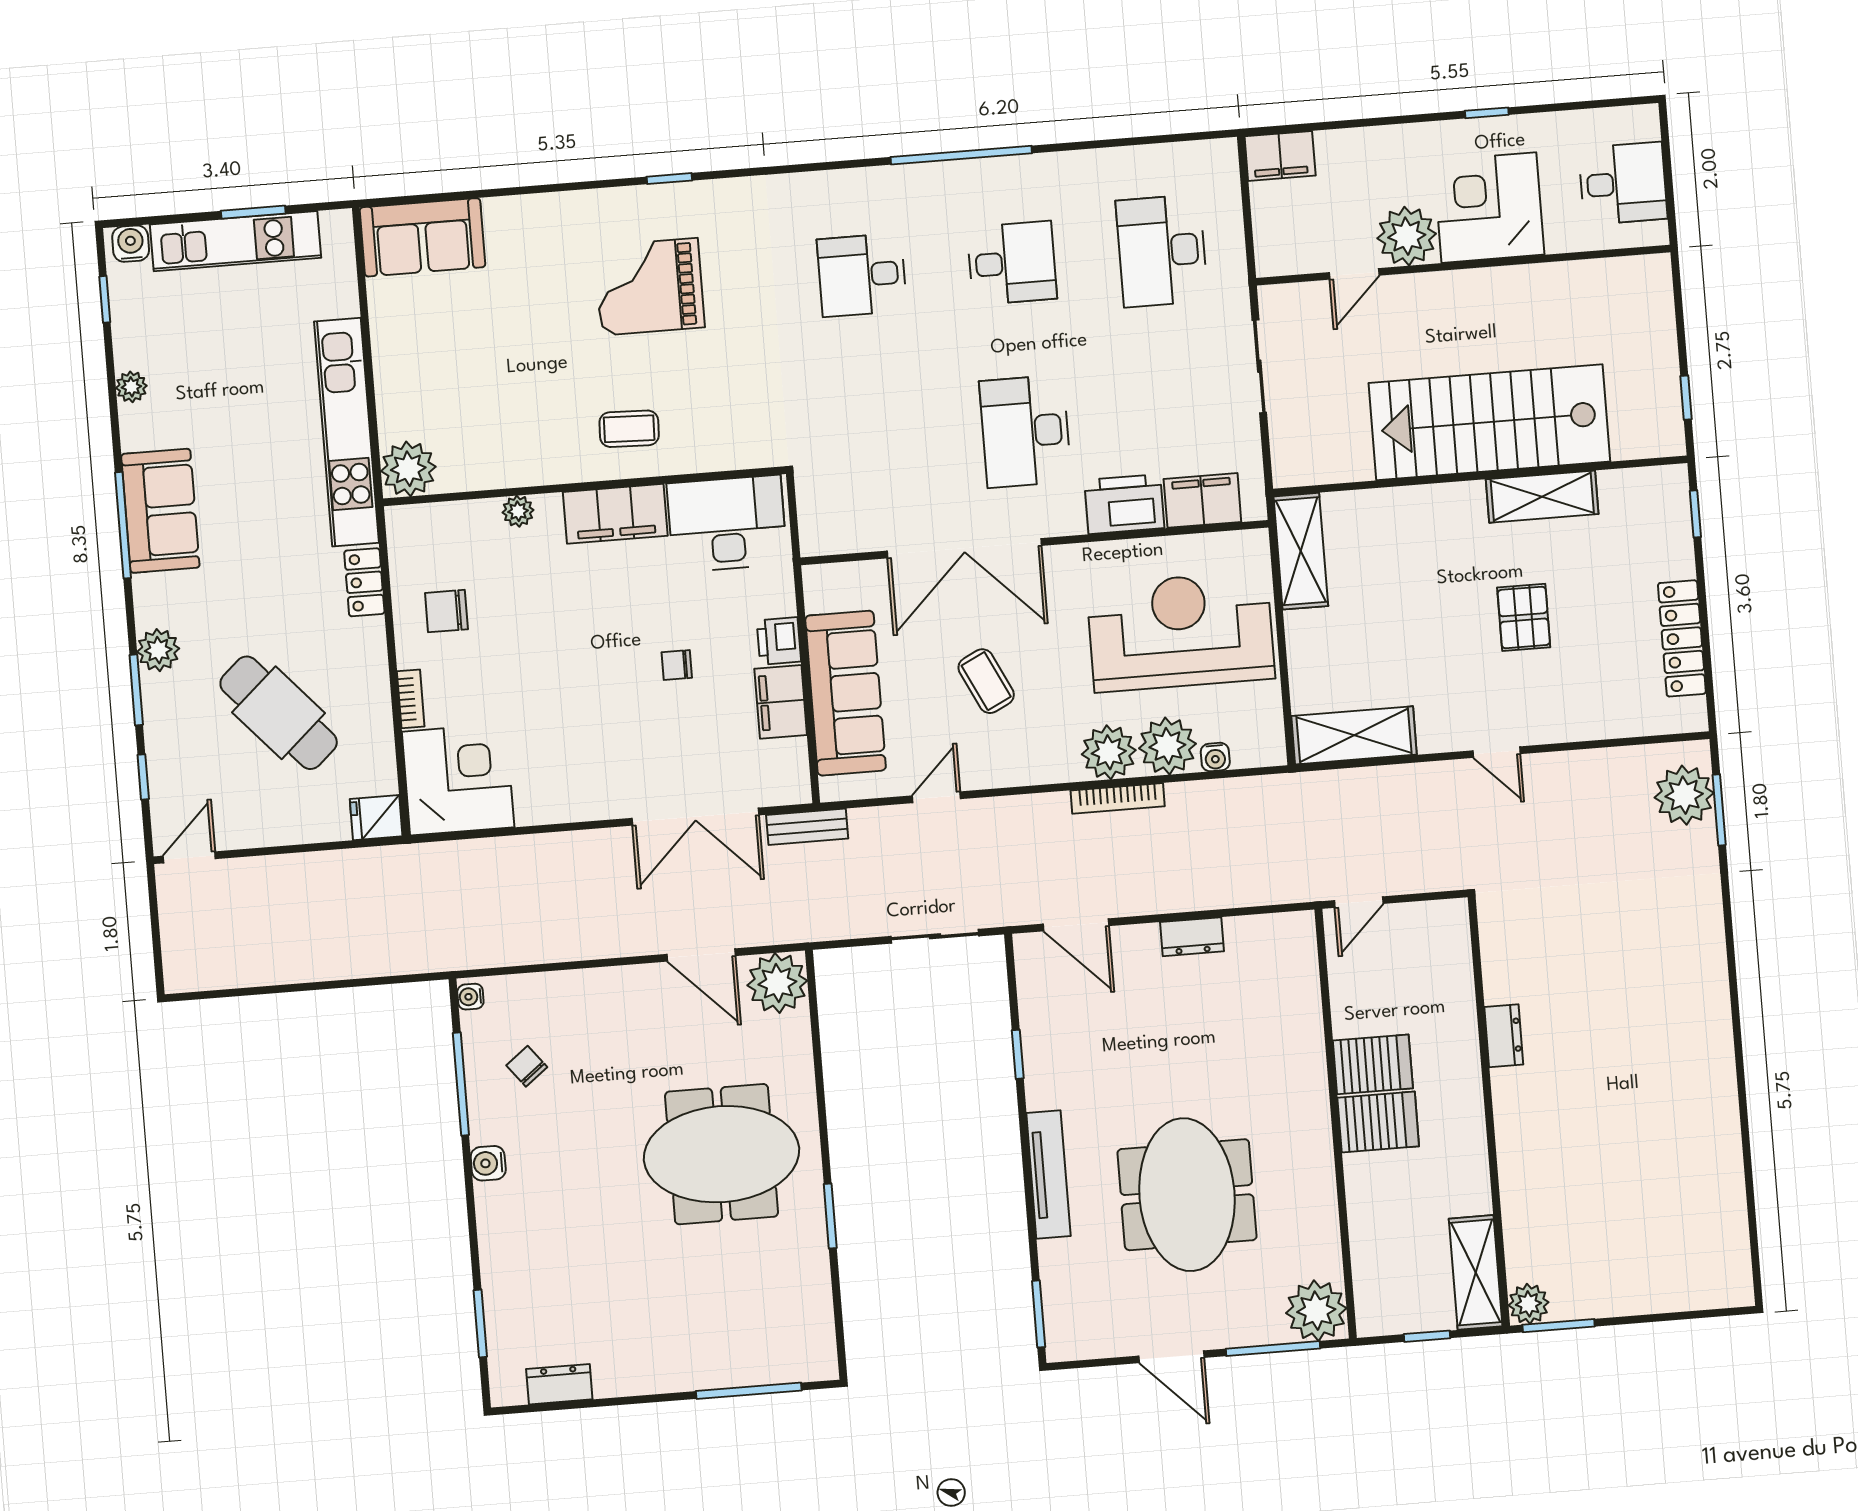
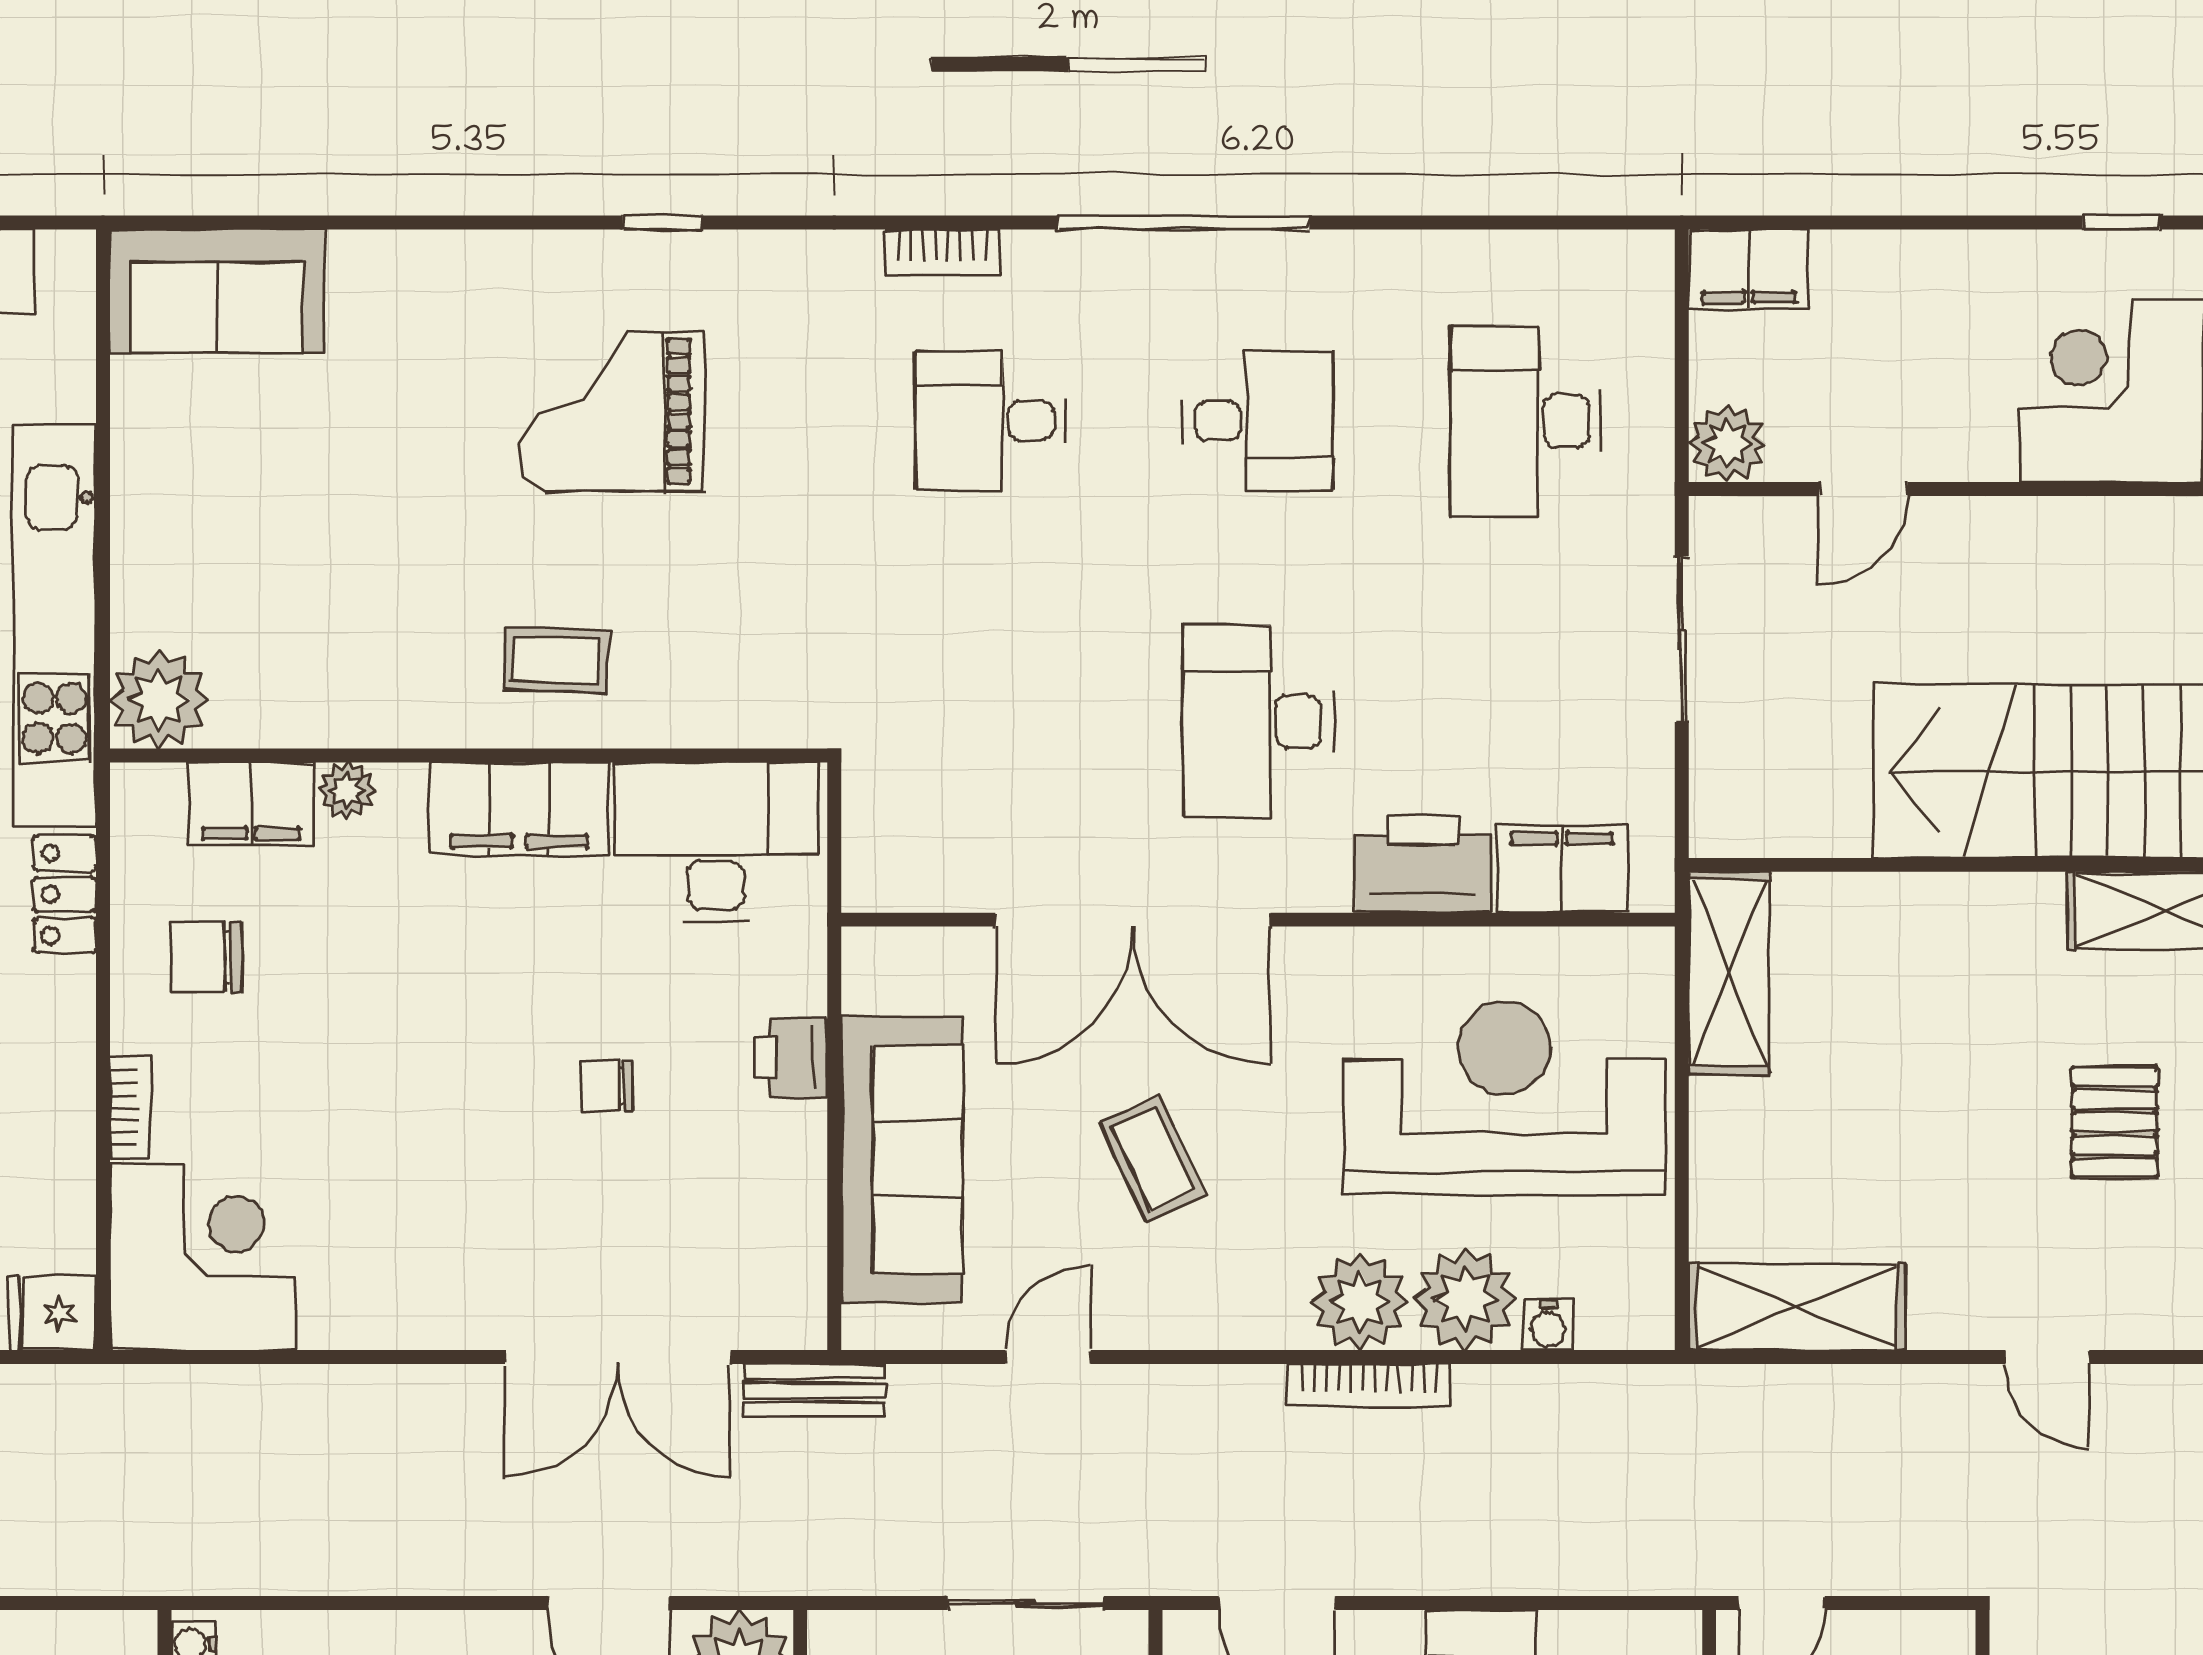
bookcase: (827, 183) -> (942, 252), added
plant: (1407, 236) -> (1727, 444), moved, width x0.73, depth x0.73
filing cabinet: (781, 702) -> (251, 804), moved, turned -90

